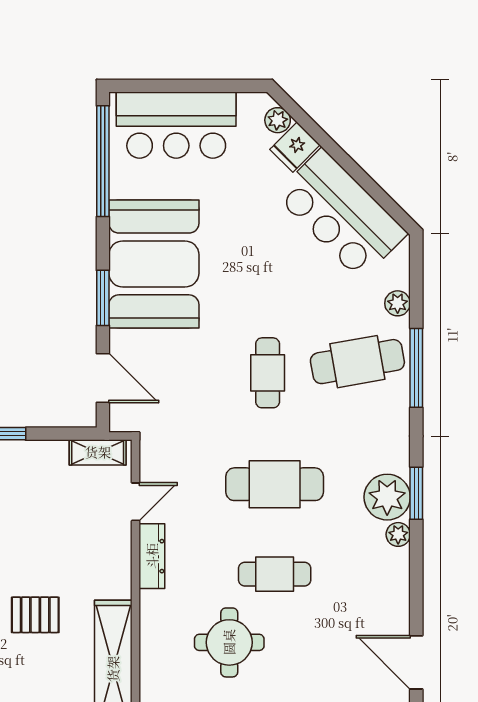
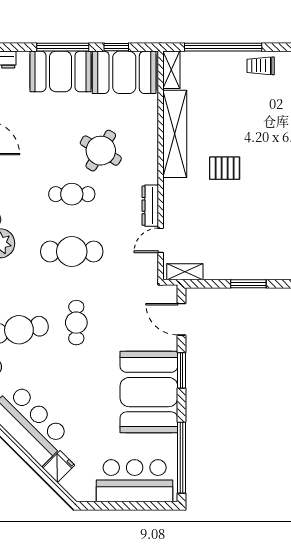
plant: (278, 120) -> (70, 484), removed
round table: (229, 642) -> (101, 151), turned 31

